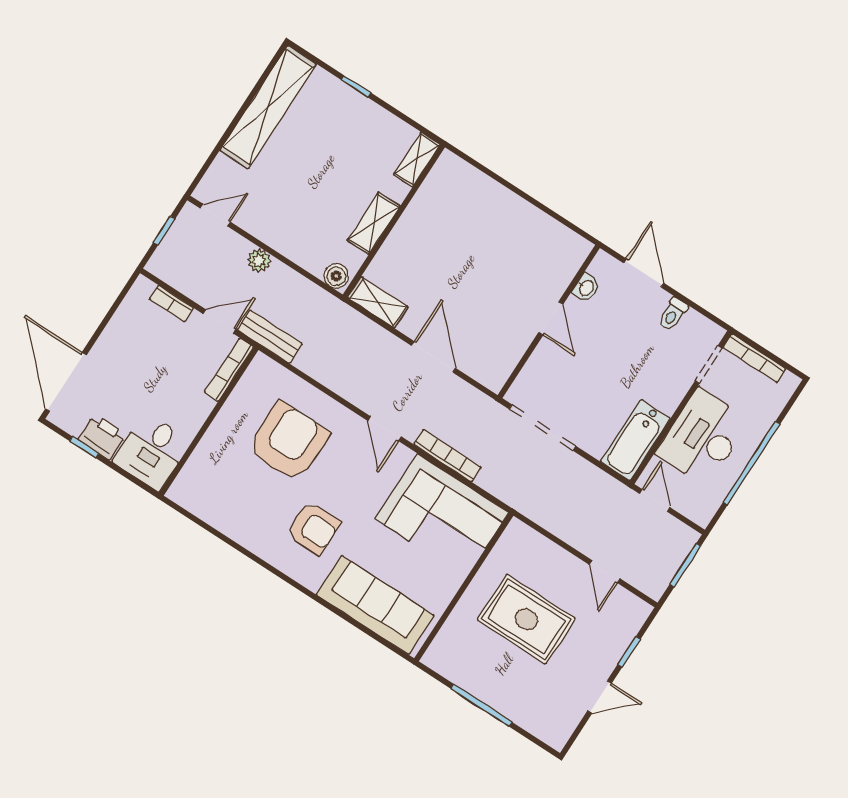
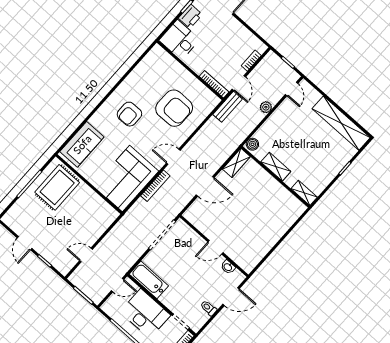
sofa: (375, 605) -> (82, 144), width x0.73
rug: (526, 619) -> (57, 187), moved

